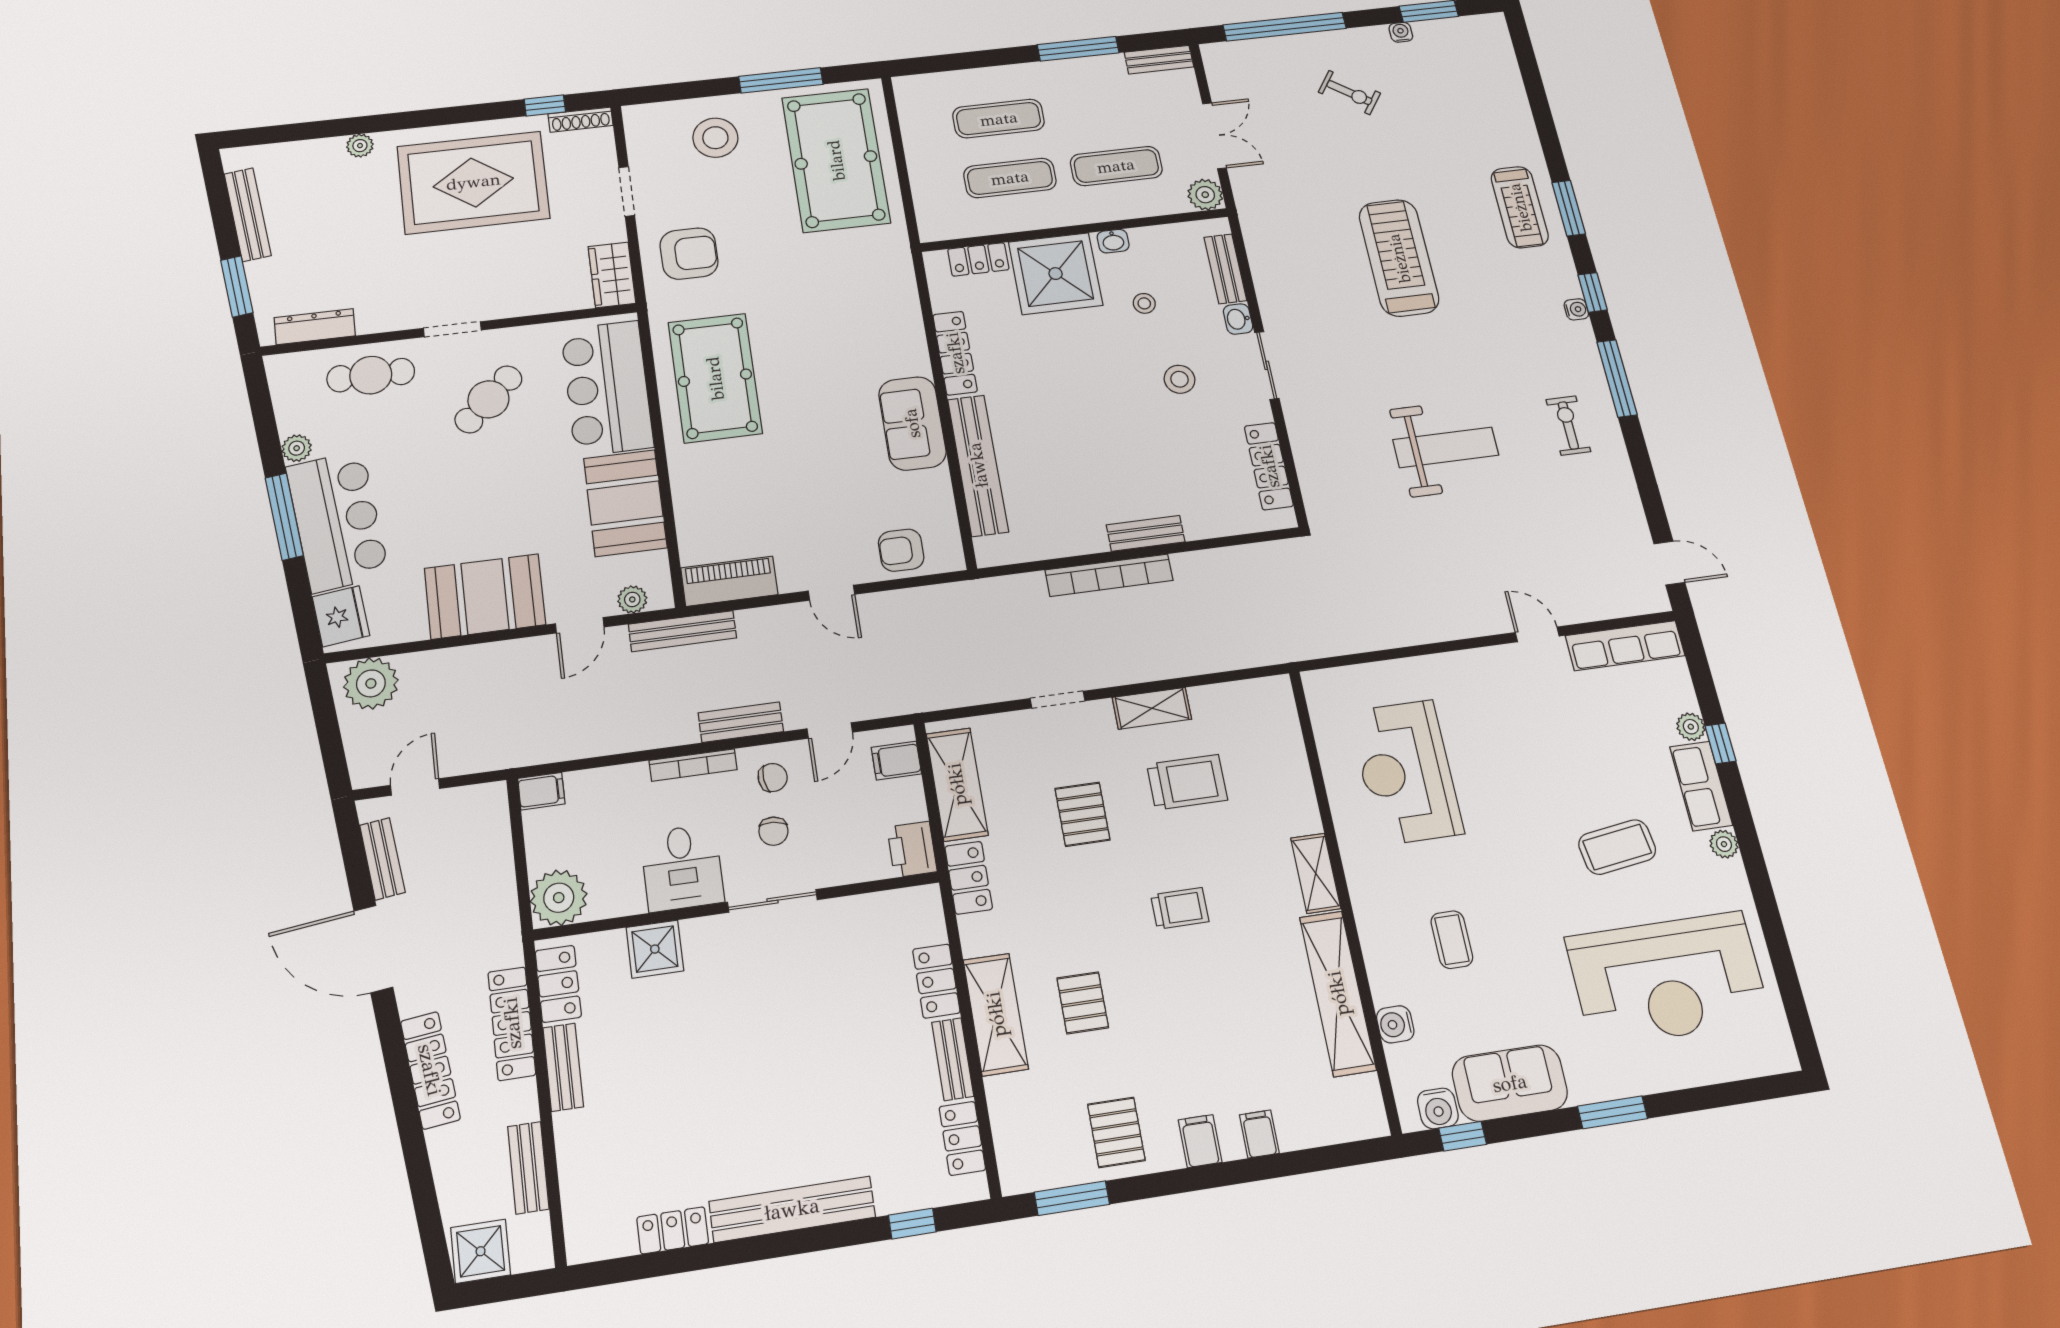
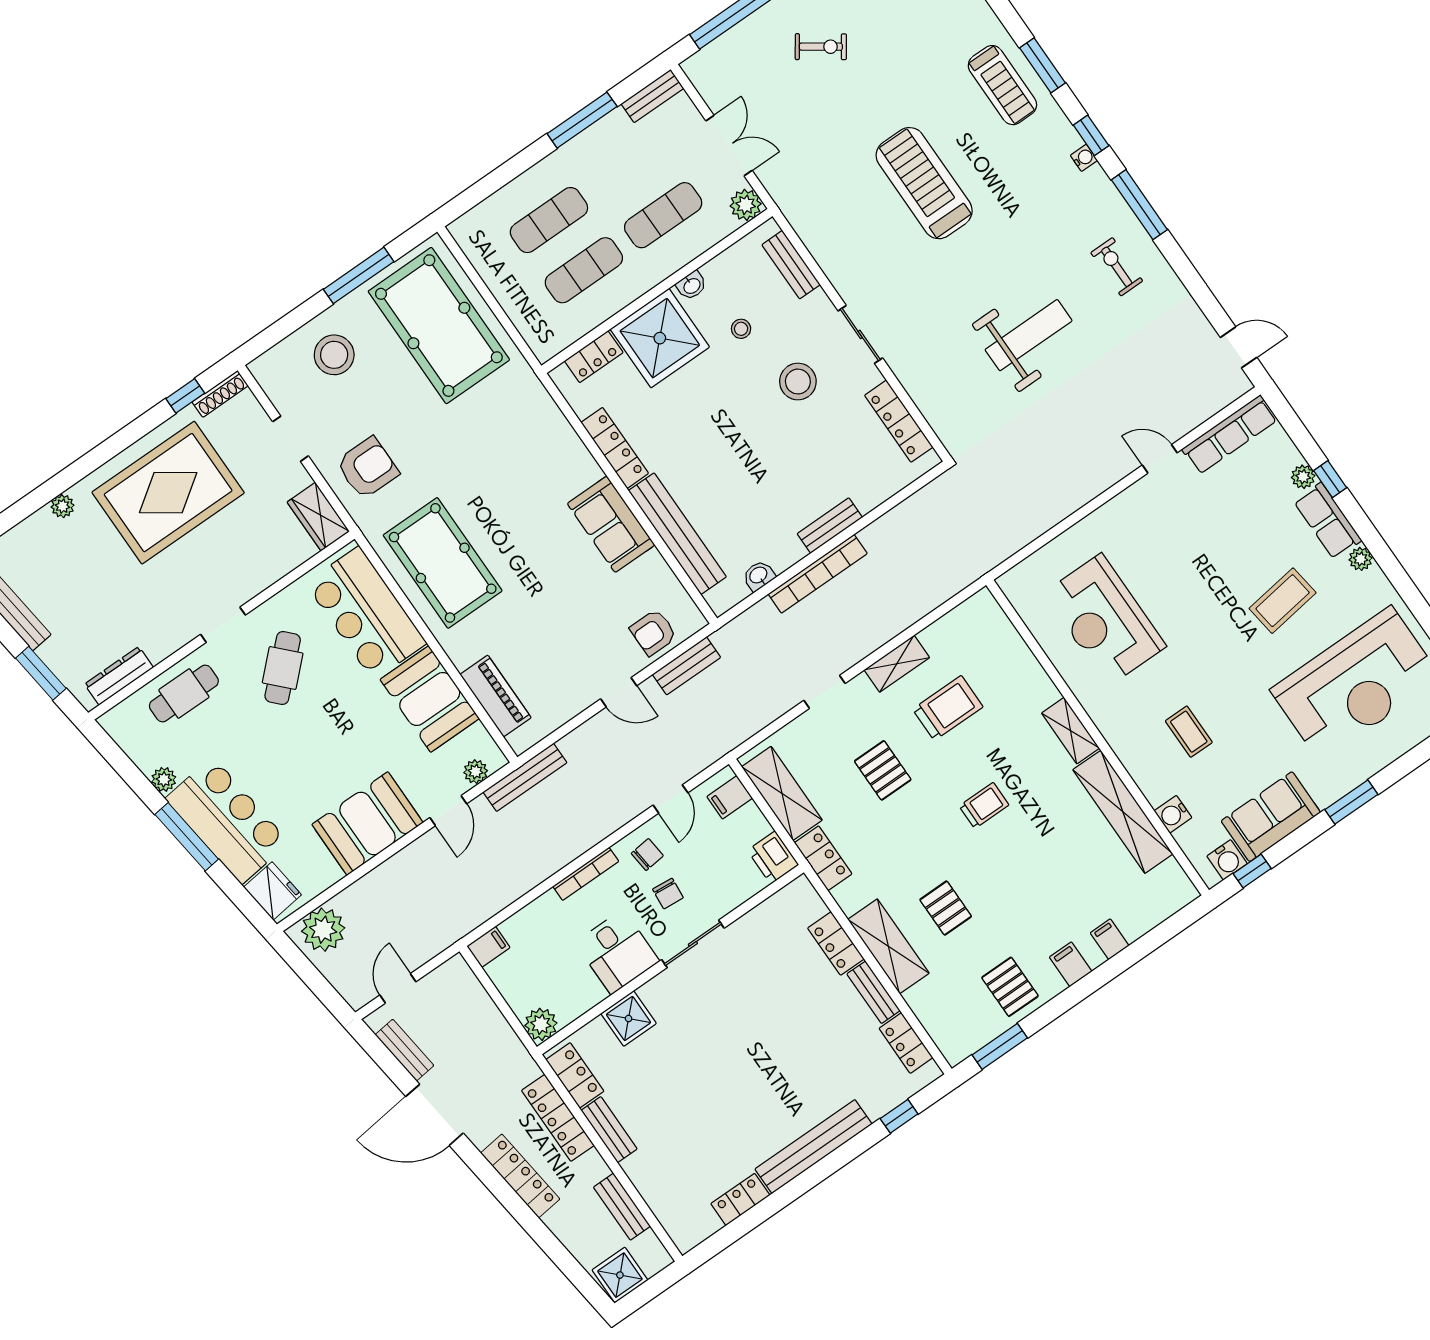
washbasin: (1238, 319) -> (759, 576), moved, turned 90
stool: (1180, 379) -> (798, 382), width x1.38, depth x1.38
piano: (729, 581) -> (496, 696), moved, turned 90
bench: (741, 722) -> (686, 666), moved
plant: (559, 898) -> (541, 1024), width x0.73, depth x0.73

